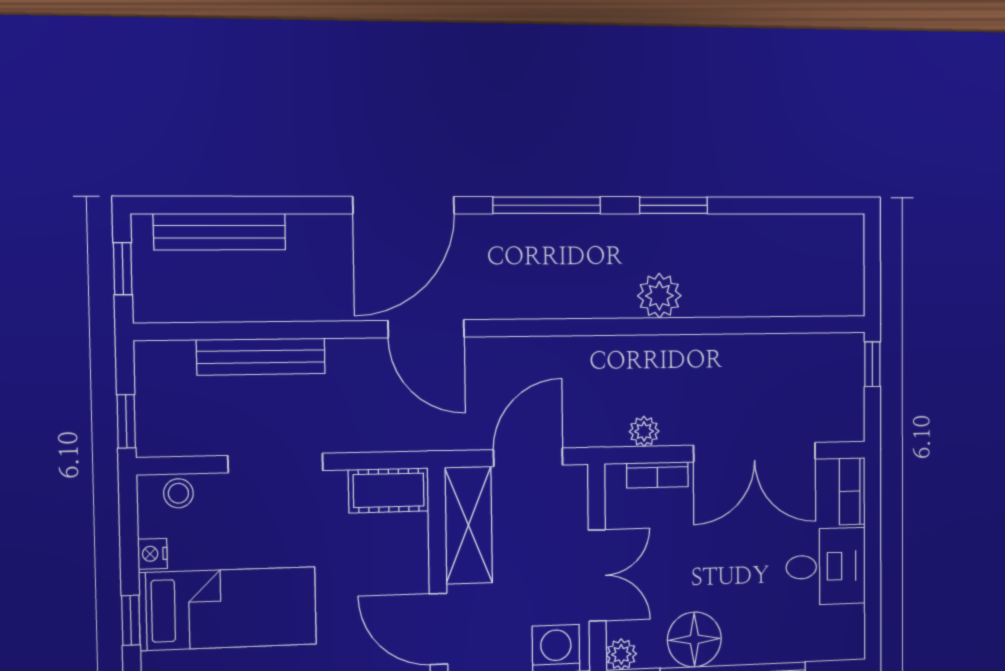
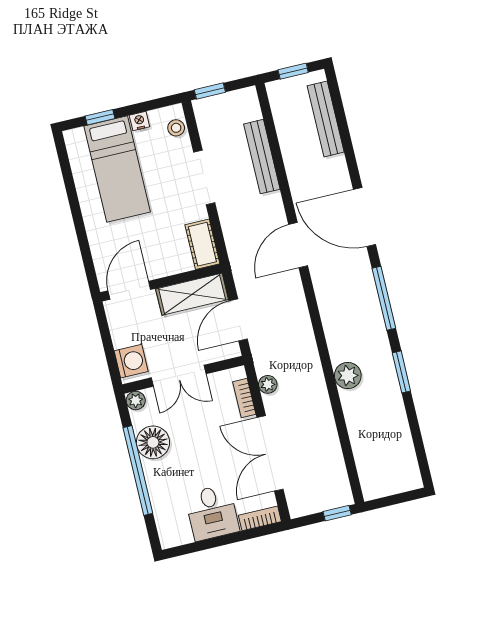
door: (528, 457) -> (238, 320), swing flipped

